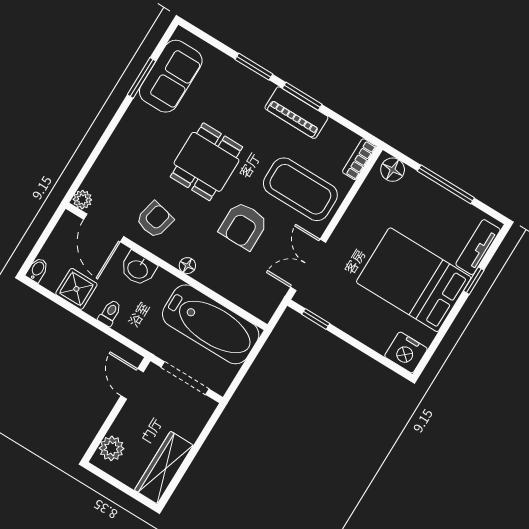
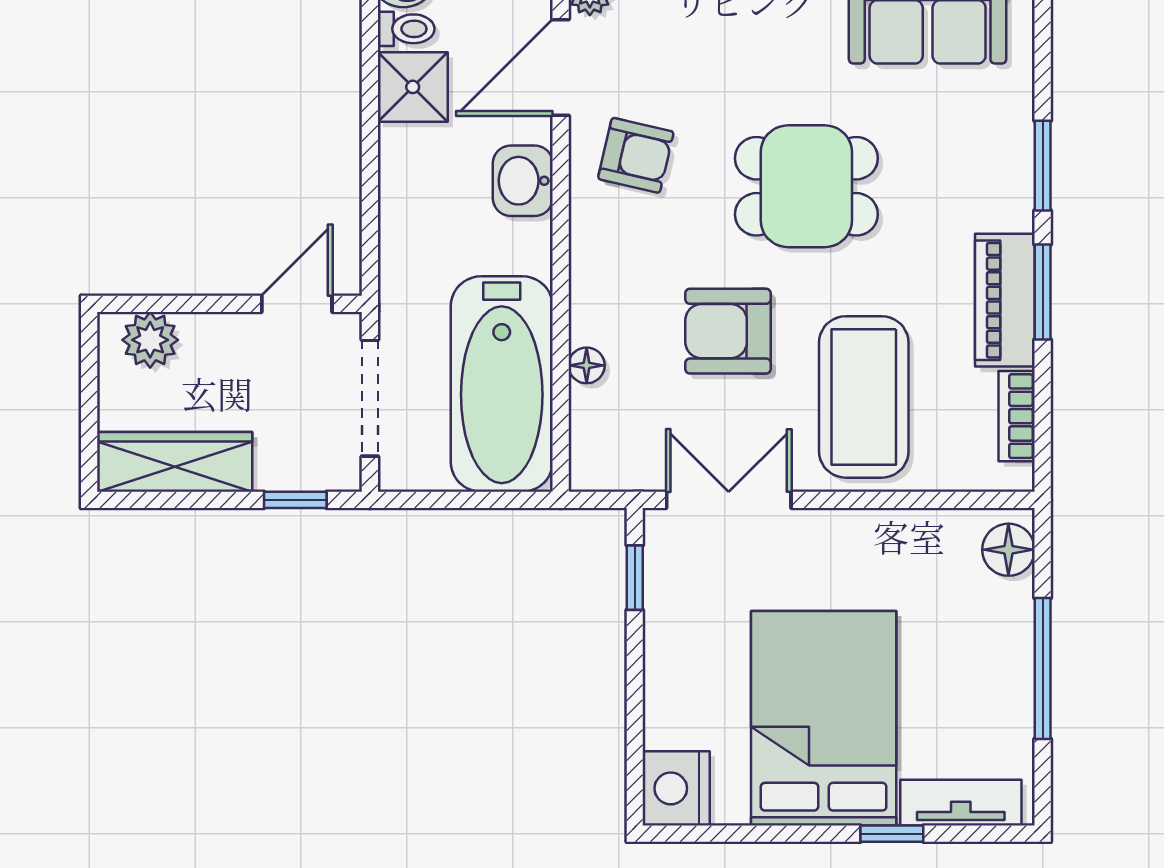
bookcase: (359, 159) -> (1017, 416), moved, turned -90
floor lamp: (187, 266) -> (587, 365), moved
toilet: (110, 313) -> (406, 29), moved
window: (207, 430) -> (295, 500), added

